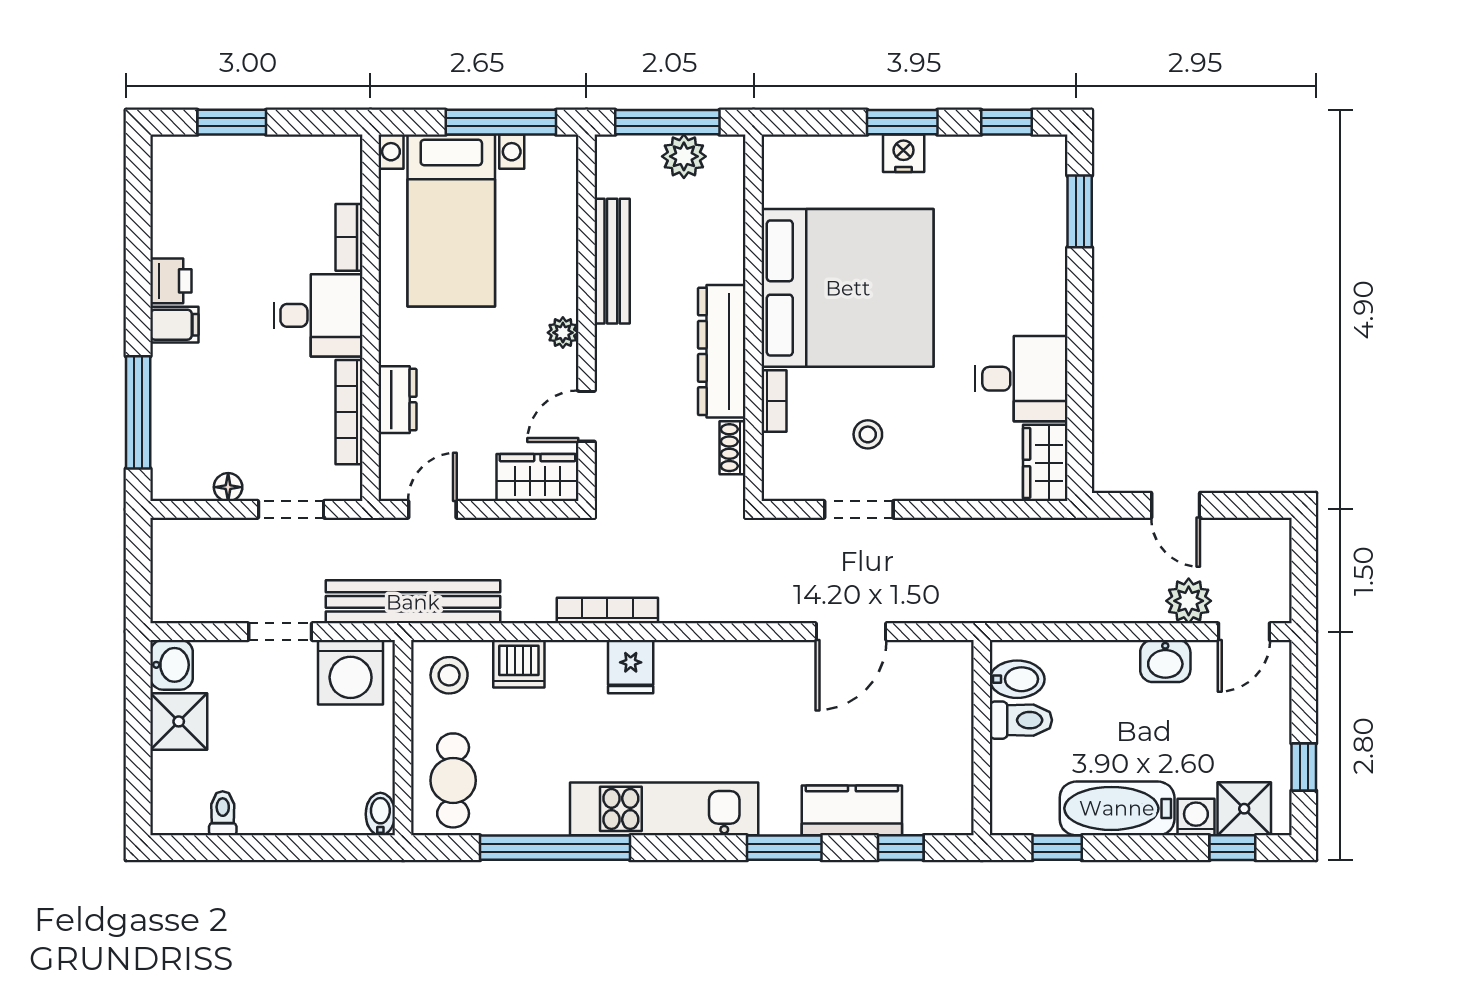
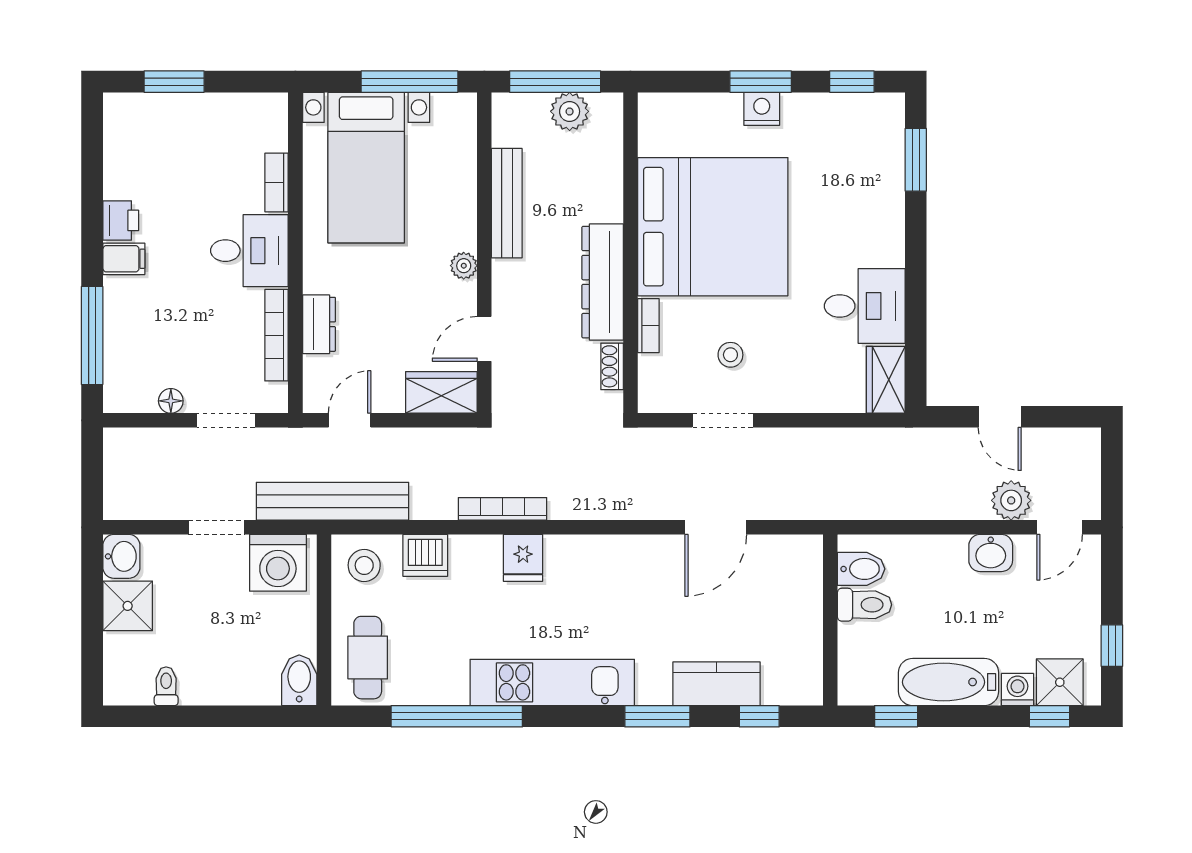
bidet: (380, 814) -> (299, 680), width x1.38, depth x1.36

